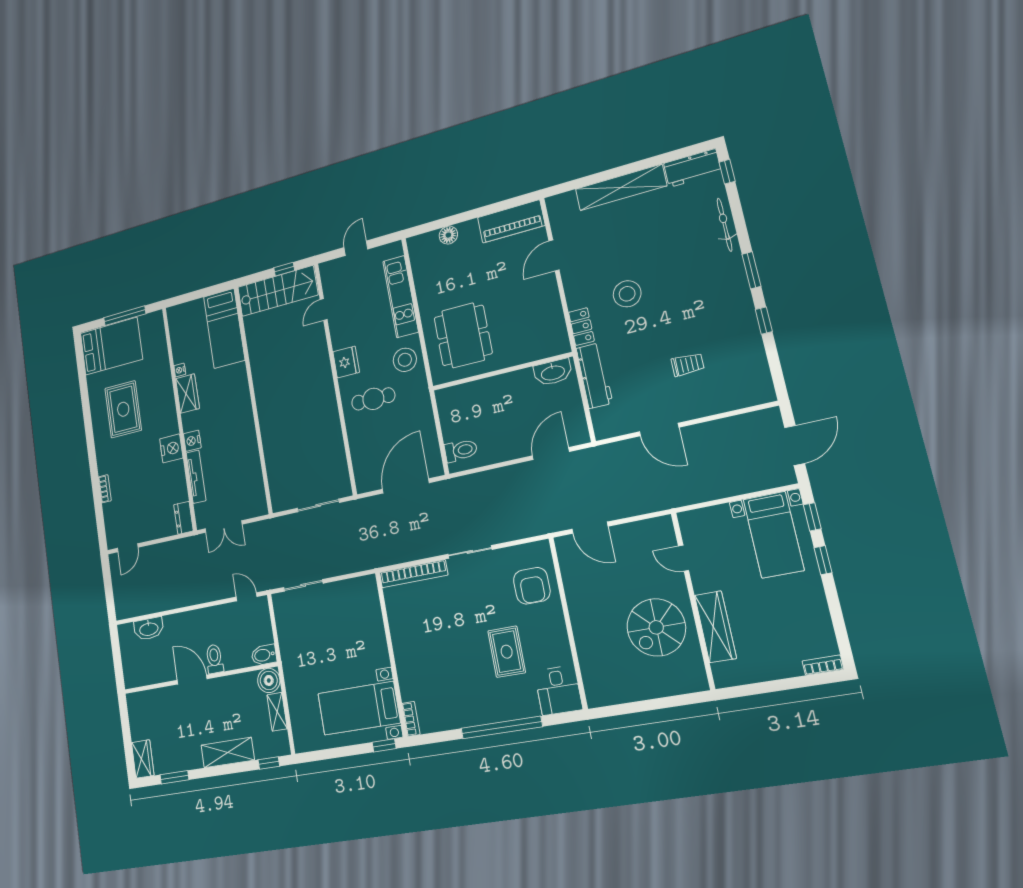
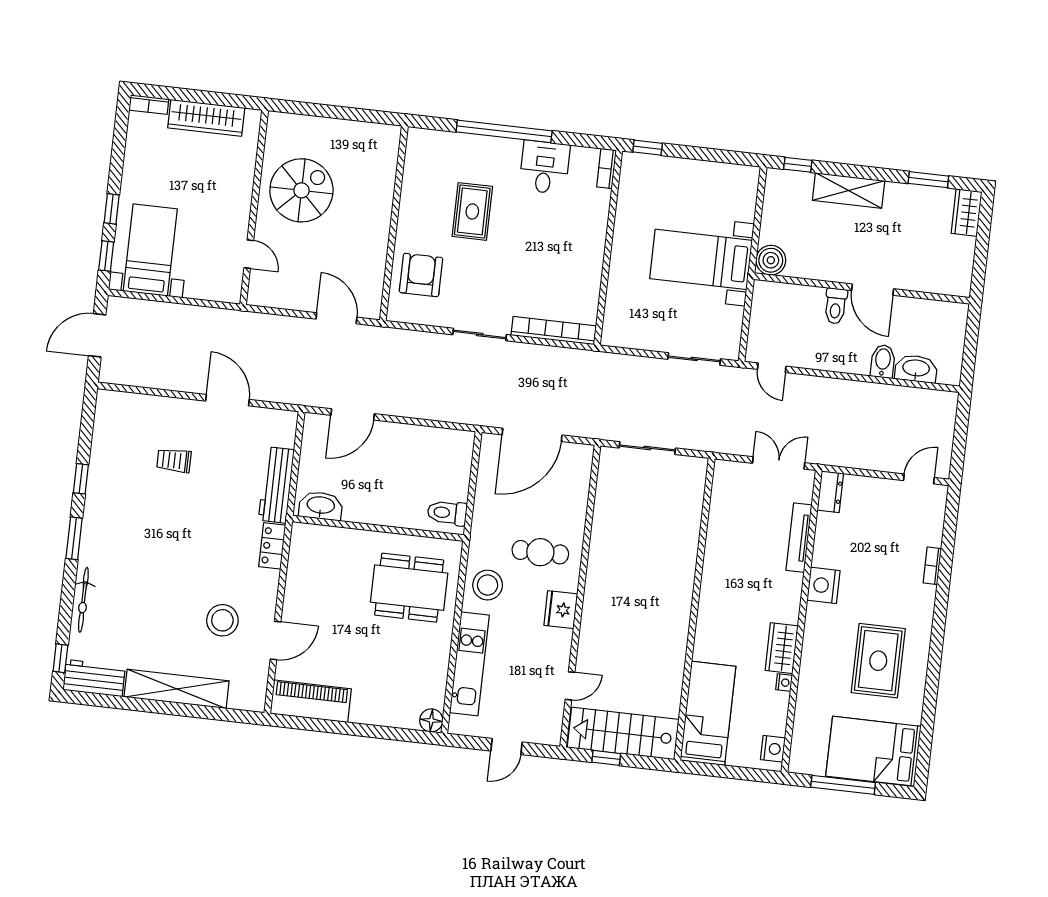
floor lamp: (448, 235) -> (431, 720), moved
stool: (627, 294) -> (222, 620), moved
dining table: (463, 335) -> (409, 588), turned 90
nightstand: (192, 441) -> (773, 749), moved
toilet: (461, 450) -> (447, 513), moved
wardrobe: (715, 627) -> (206, 118), moved, turned -90
bidet: (264, 655) -> (883, 361), moved, turned -90
desk: (558, 690) -> (545, 167), moved
bed with nightstands: (359, 708) -> (701, 259), moved, turned 180
shelving: (277, 712) -> (770, 221), removed

